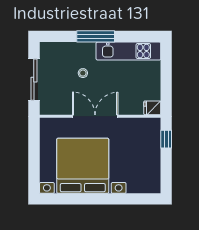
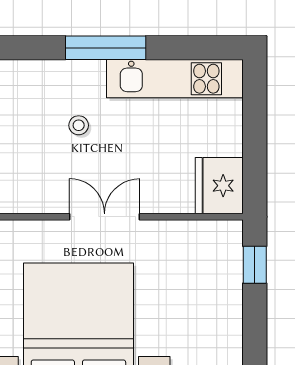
fridge: (152, 108) -> (219, 186), width x1.88, depth x1.34
double door: (95, 116) -> (105, 217), width x0.73

